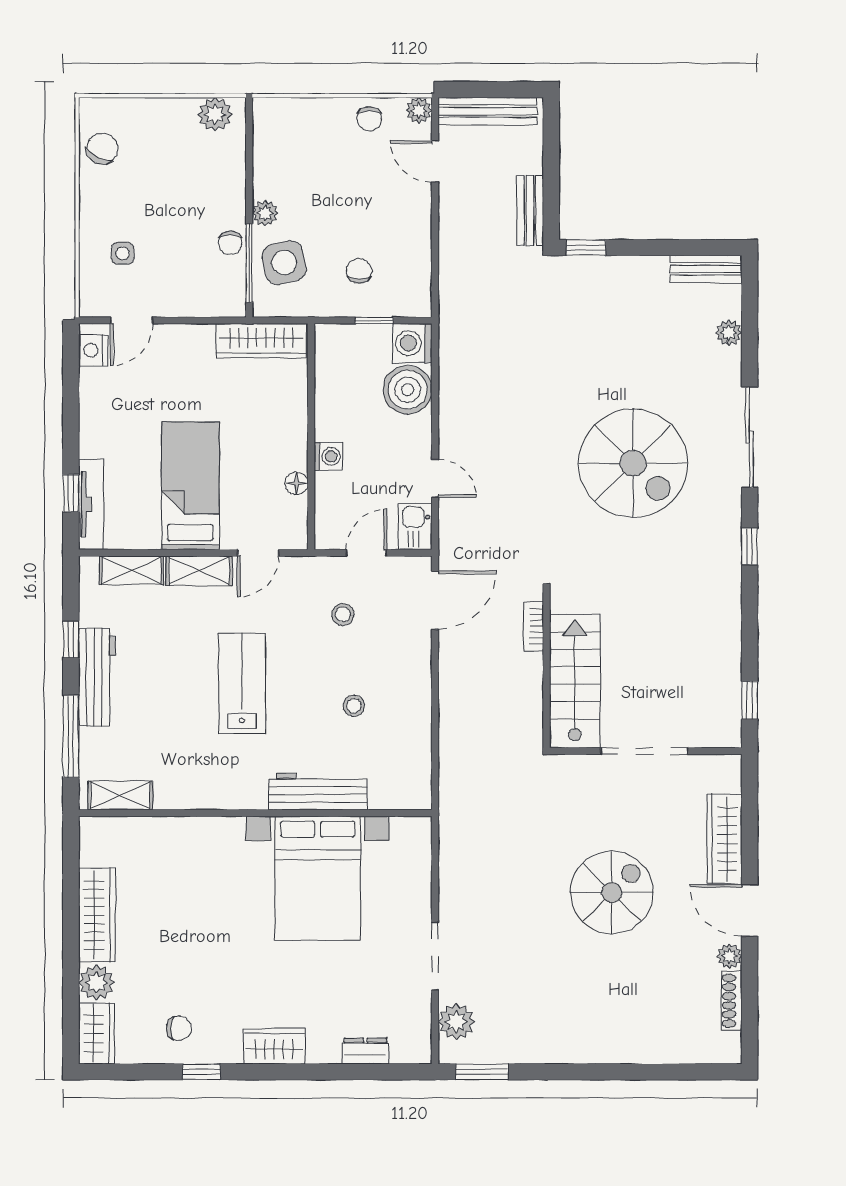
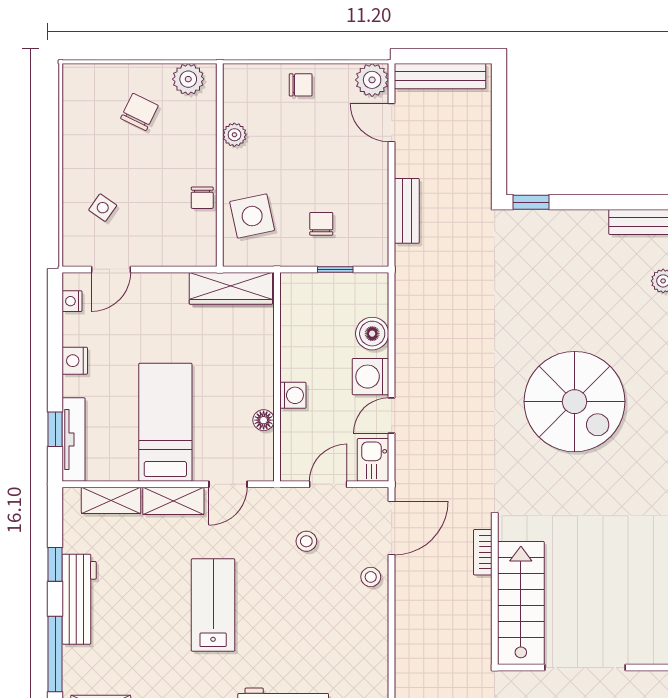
plant: (419, 110) -> (372, 80), width x1.38, depth x1.38
chair: (369, 119) -> (301, 85), moved, turned -90
chair: (102, 149) -> (139, 112), moved
bench: (530, 211) -> (407, 211), moved
plant: (265, 213) -> (234, 135), moved
side table: (123, 253) -> (103, 208), turned 35
window: (249, 263) -> (220, 216), removed
washing machine: (412, 343) -> (370, 377), moved
nightstand: (93, 350) -> (72, 301), width x0.72, depth x0.74
boiler: (408, 390) -> (372, 334), width x0.73, depth x0.73
nightstand: (92, 419) -> (75, 361), added
door: (435, 478) -> (392, 416), swing flipped
stool: (354, 706) -> (371, 577), moved

